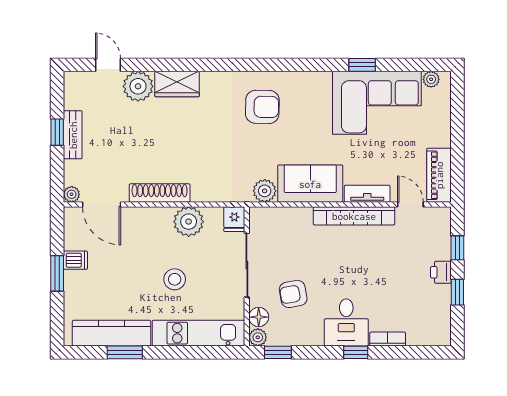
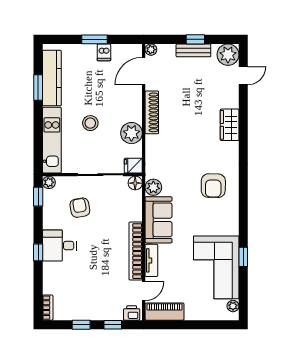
plant: (138, 86) -> (228, 55), moved
printer: (441, 272) -> (132, 313), moved
floor lamp: (259, 317) -> (135, 183), moved
bookcase: (388, 339) -> (48, 308), moved

